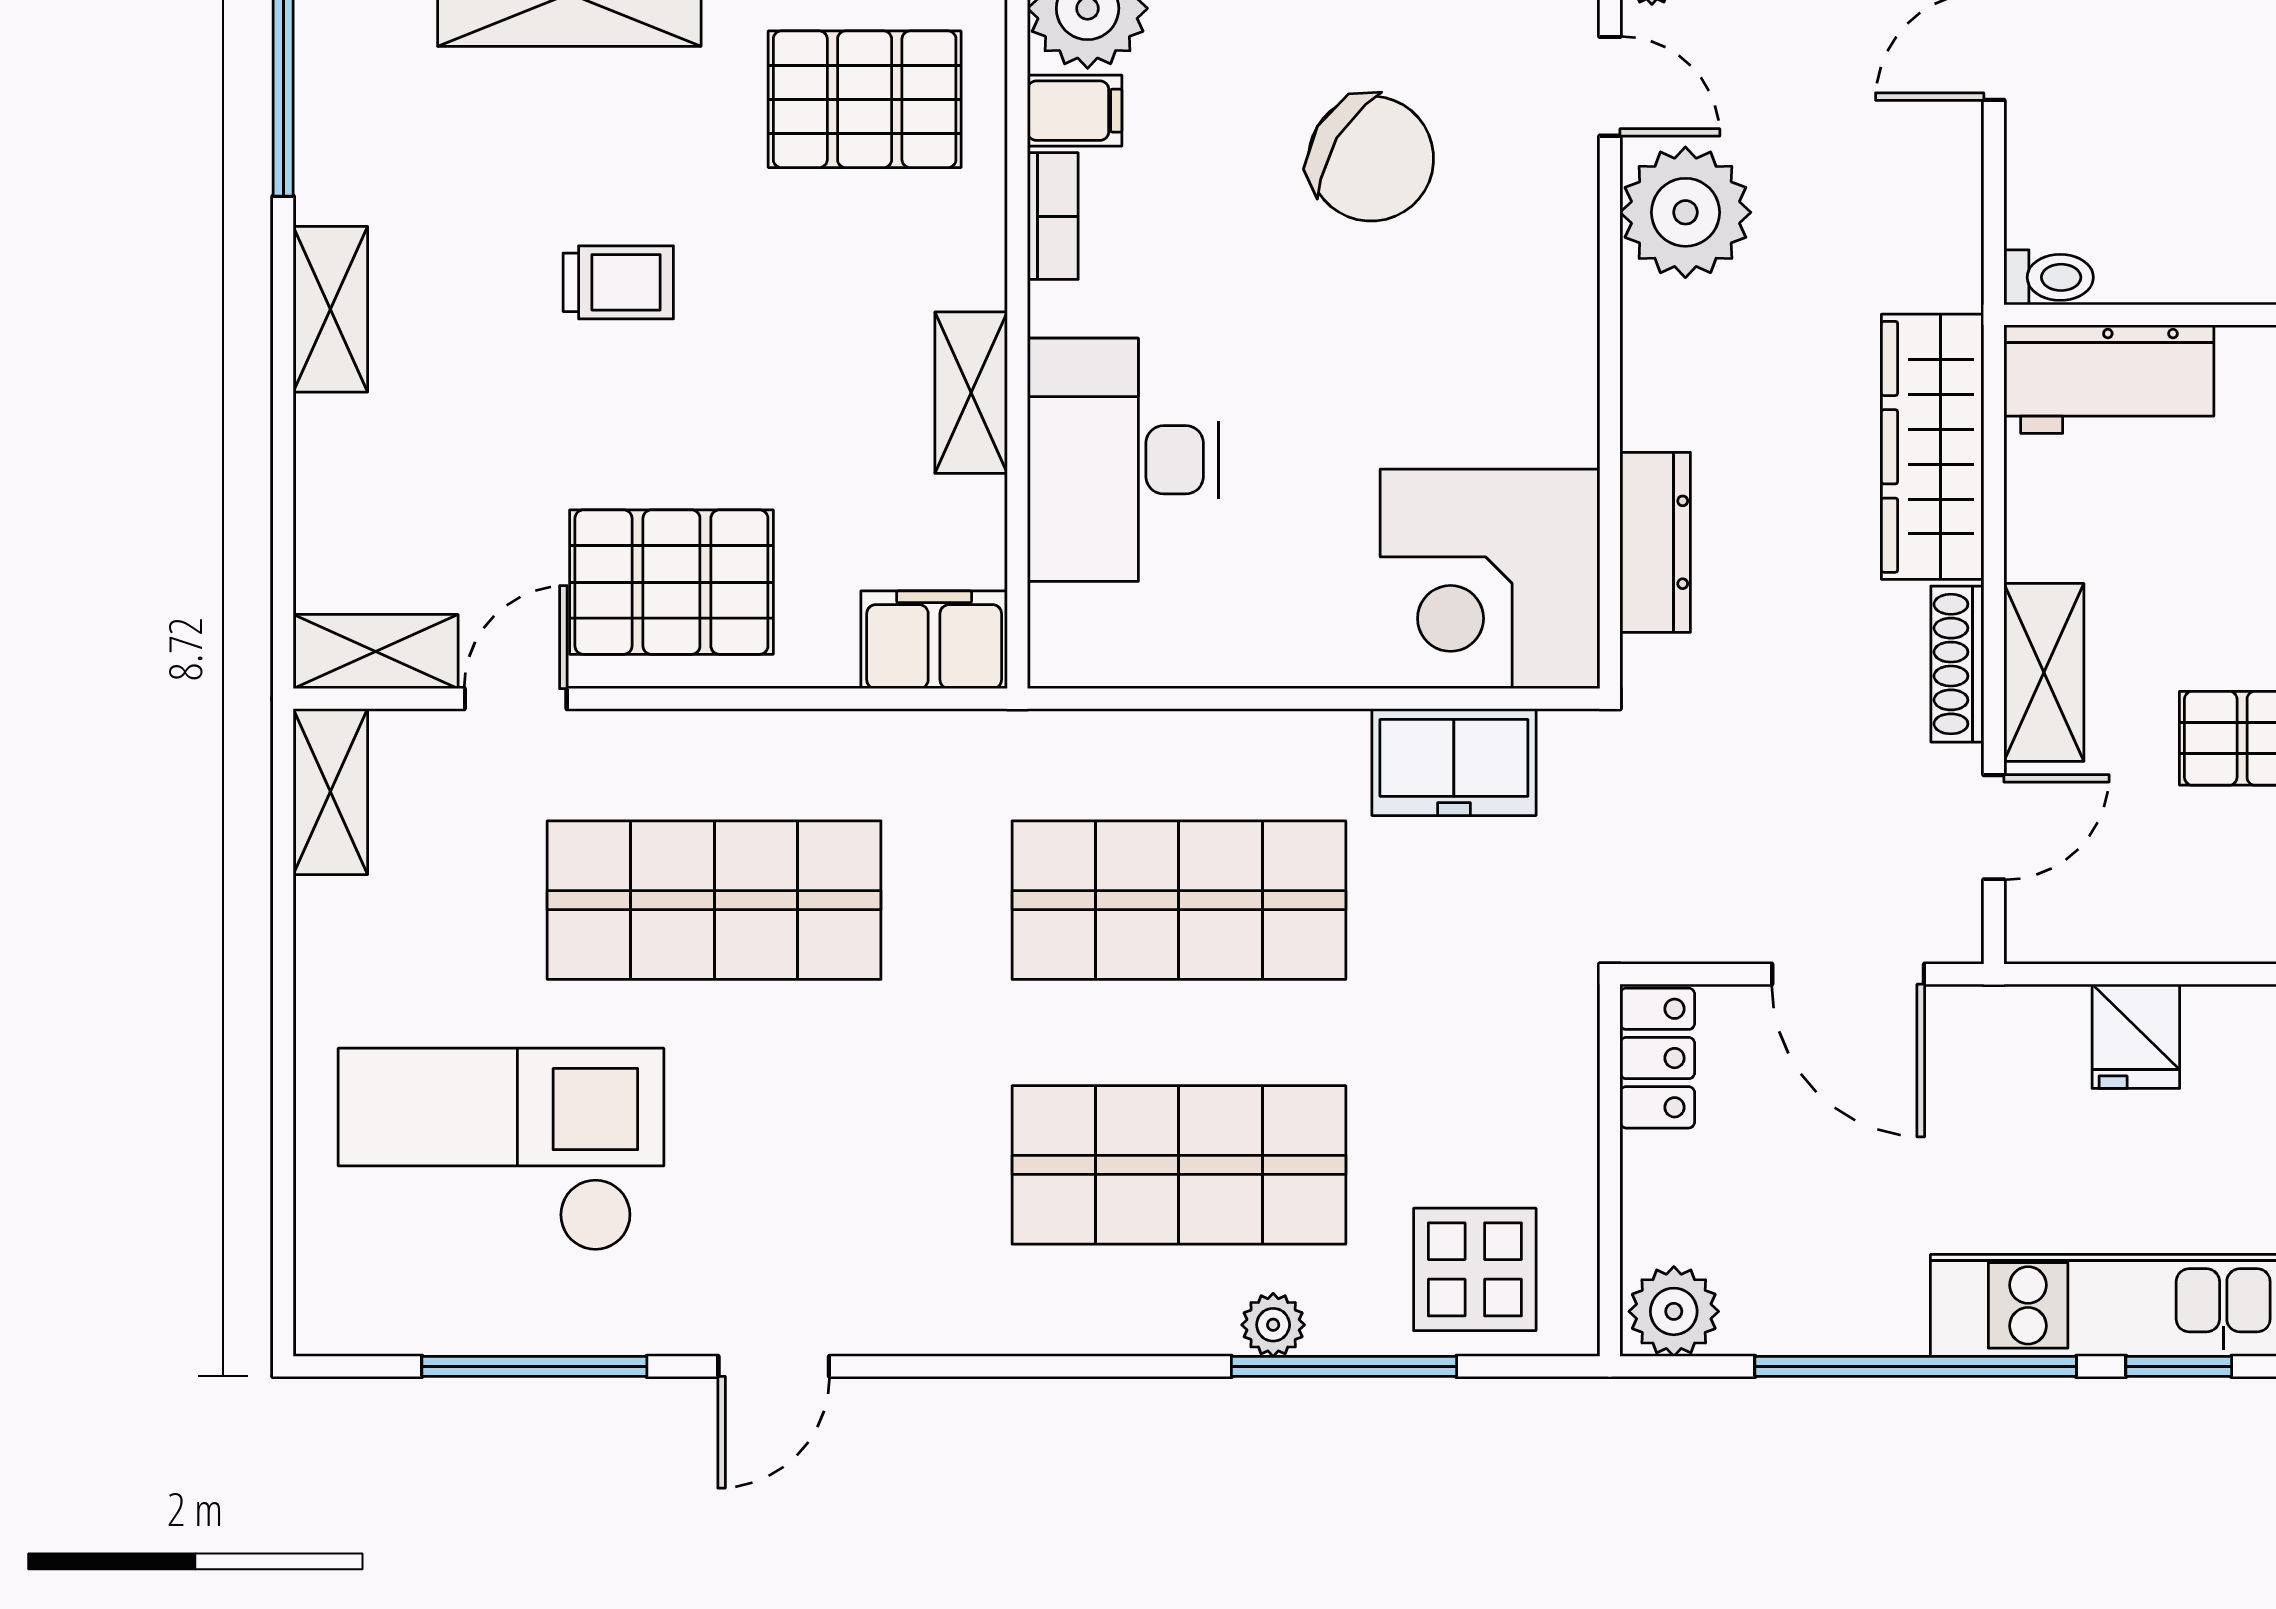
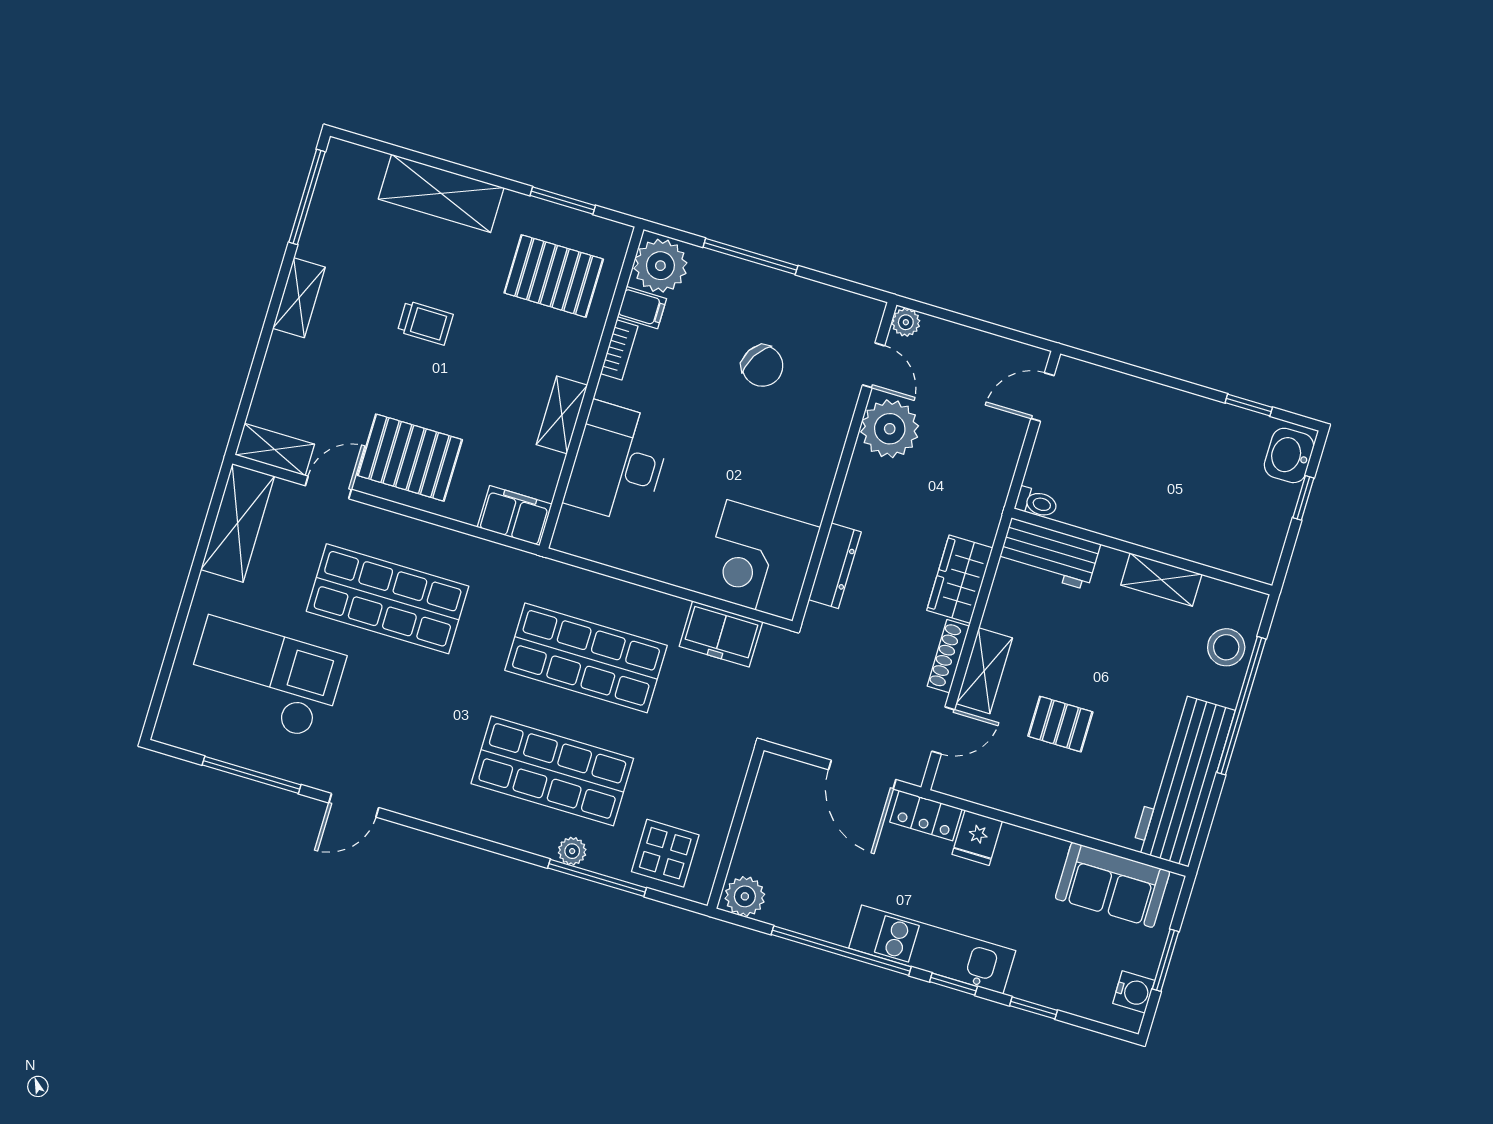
chair: (1371, 159) -> (762, 366), width x0.73, depth x0.73
wardrobe: (1933, 447) -> (960, 579), width x0.67
shelving: (330, 792) -> (238, 523), width x1.50, depth x1.33
locker: (1657, 1058) -> (926, 816), moved, turned 90

